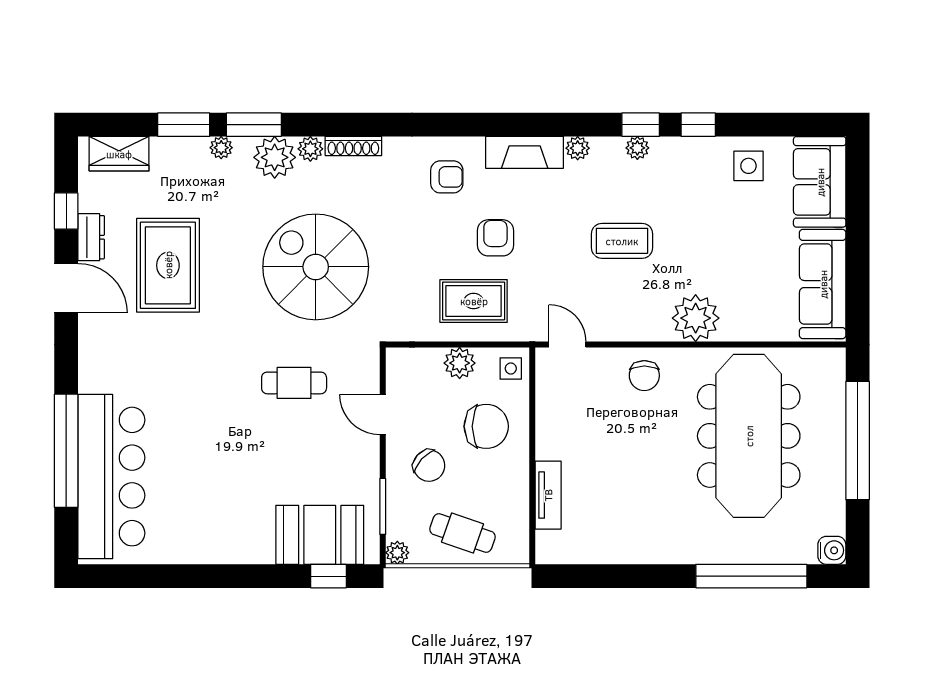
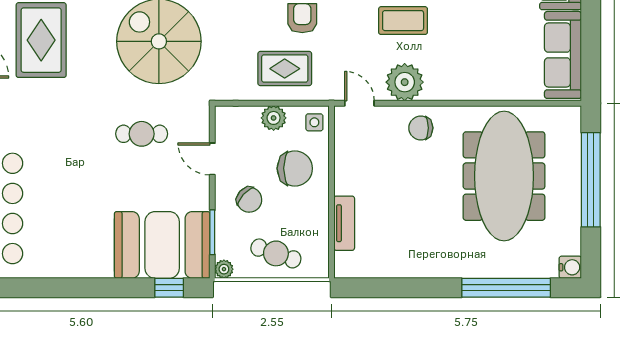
plant: (696, 318) -> (405, 82), moved
chair: (644, 376) -> (421, 128), turned 90
booth: (320, 535) -> (162, 245), width x1.36, depth x1.42

